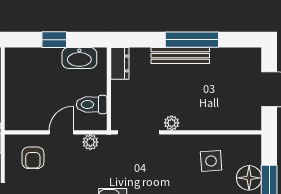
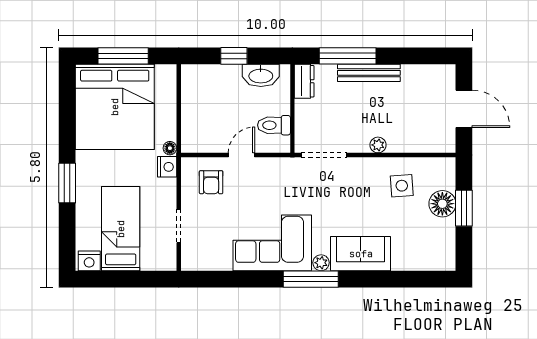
window: (192, 40) -> (348, 56), moved
plant: (172, 123) -> (378, 145), moved
plant: (90, 142) -> (273, 165), removed

